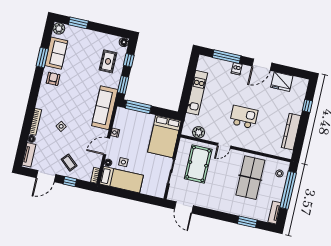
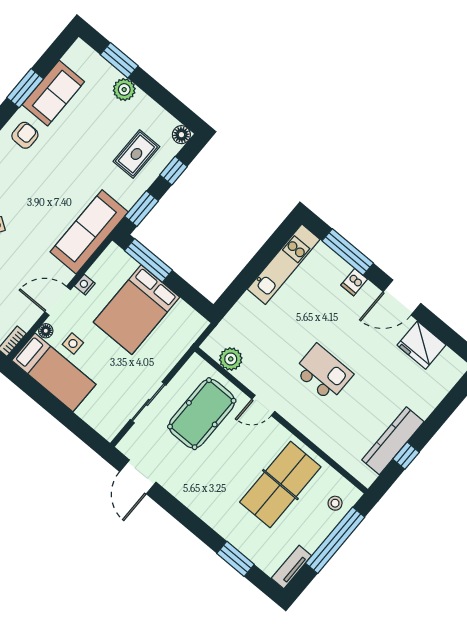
plant: (59, 28) -> (124, 90), moved
kitchen unit: (197, 93) -> (284, 264), moved
window: (307, 106) -> (406, 456), moved
bed: (164, 136) -> (136, 310), moved

